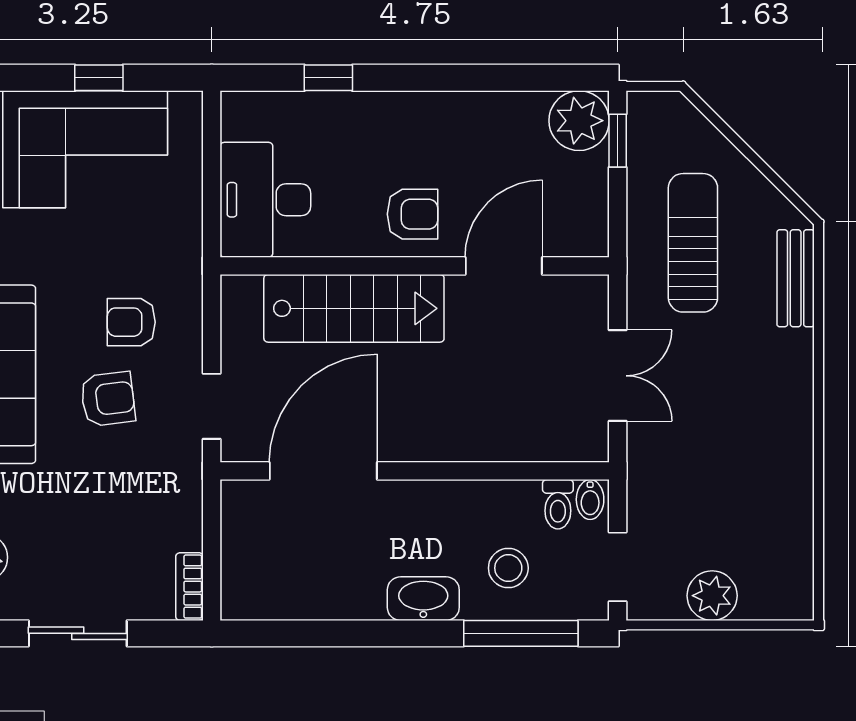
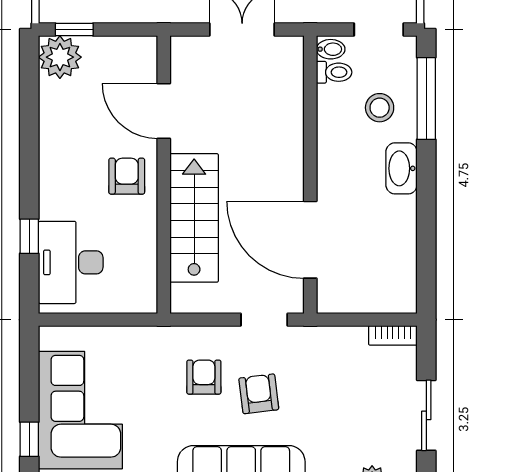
window: (99, 78) -> (29, 439), moved
desk: (265, 200) -> (71, 262), moved, turned 90
armchair: (131, 322) -> (204, 377), turned 180

